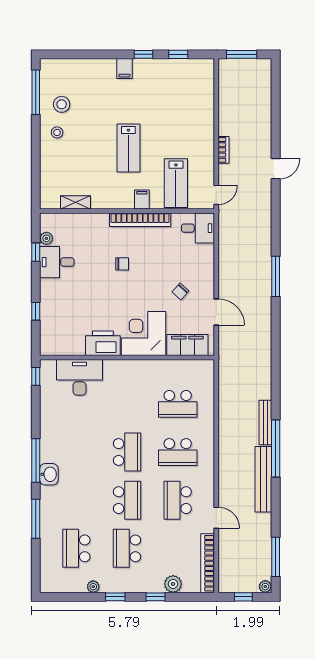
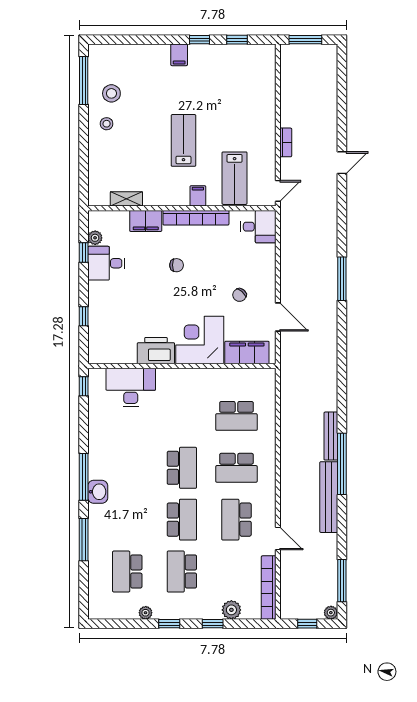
lab bench: (128, 148) -> (183, 140), turned 180
filing cabinet: (93, 223) -> (146, 221), added

